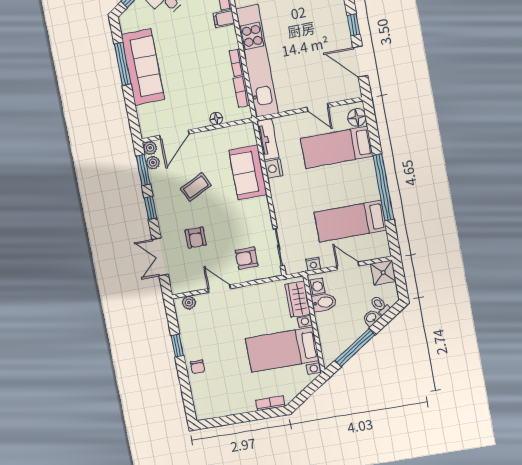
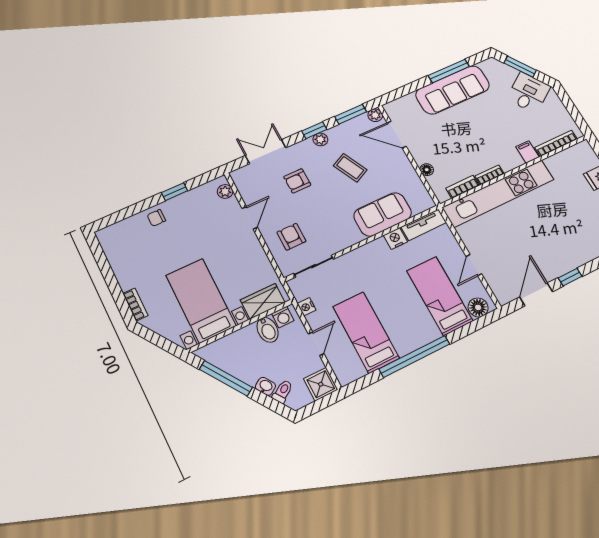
plant: (153, 163) -> (320, 139), moved

